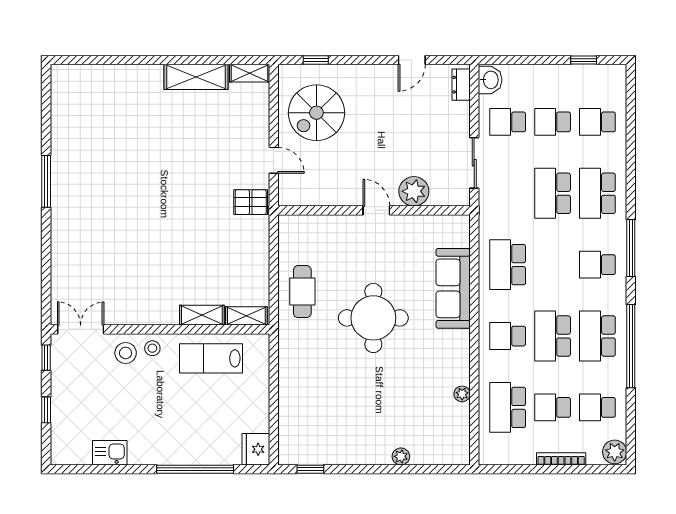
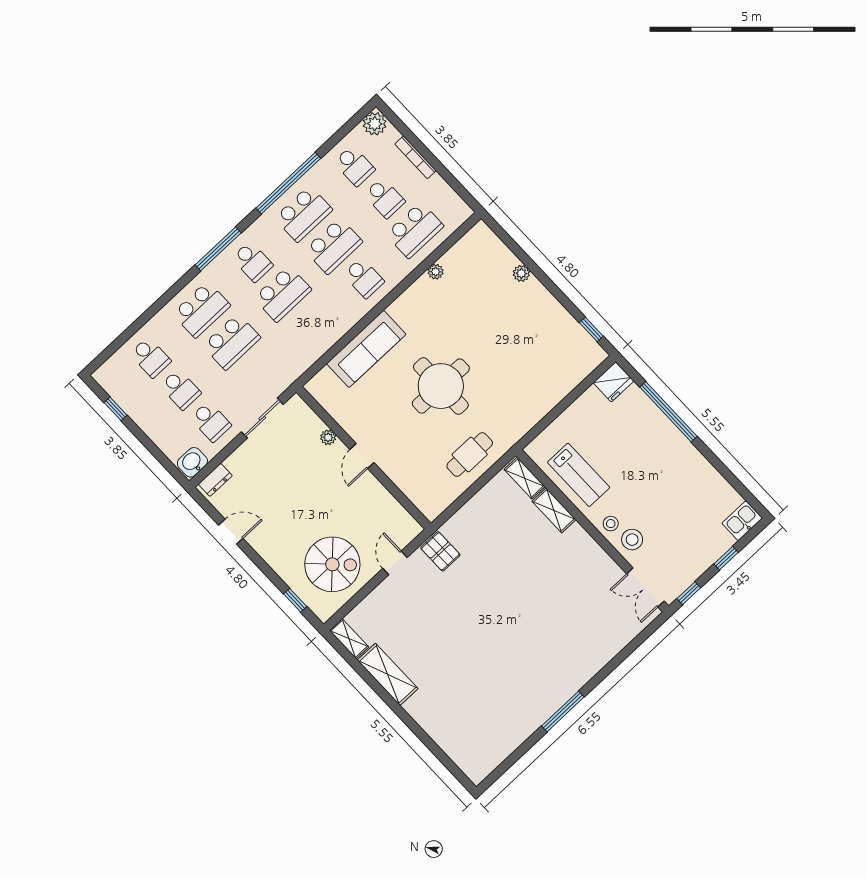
plant: (414, 191) -> (328, 437), width x0.53, depth x0.53
school desk: (508, 265) -> (283, 294), moved
kitchen sink: (110, 453) -> (742, 521), moved, turned 90

